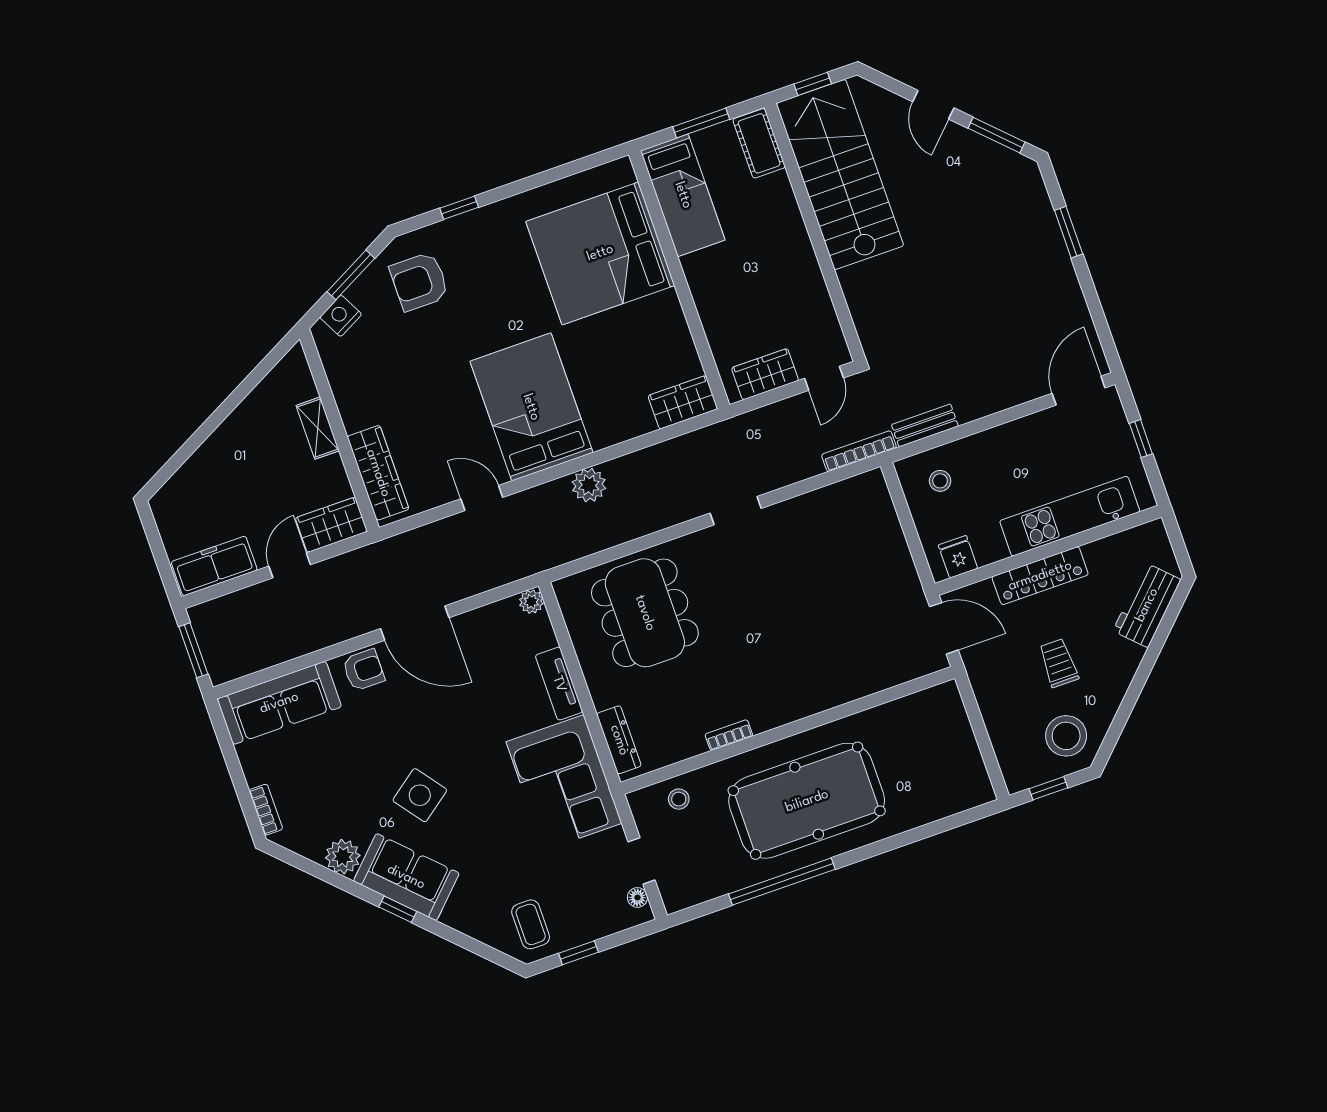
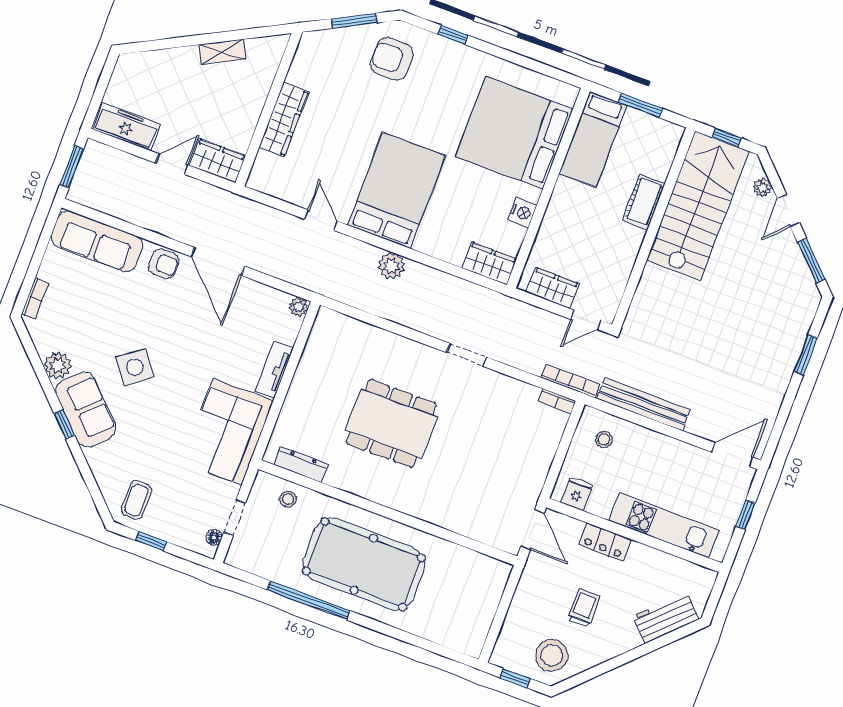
plant: (889, 103) -> (762, 187), added
cot: (759, 143) -> (644, 202), moved
nightstand: (341, 316) -> (522, 212), moved, turned 118
bench: (925, 425) -> (643, 404), width x1.86, depth x1.21
shelving: (318, 428) -> (222, 52), moved, turned 62
wardrobe: (378, 473) -> (284, 119), moved
locker: (1040, 576) -> (605, 542), width x0.66
dining table: (645, 613) -> (391, 424), moved, turned 90
bookcase: (729, 735) -> (557, 401), moved, turned 180
dresser: (619, 740) -> (301, 464), moved, turned -90

